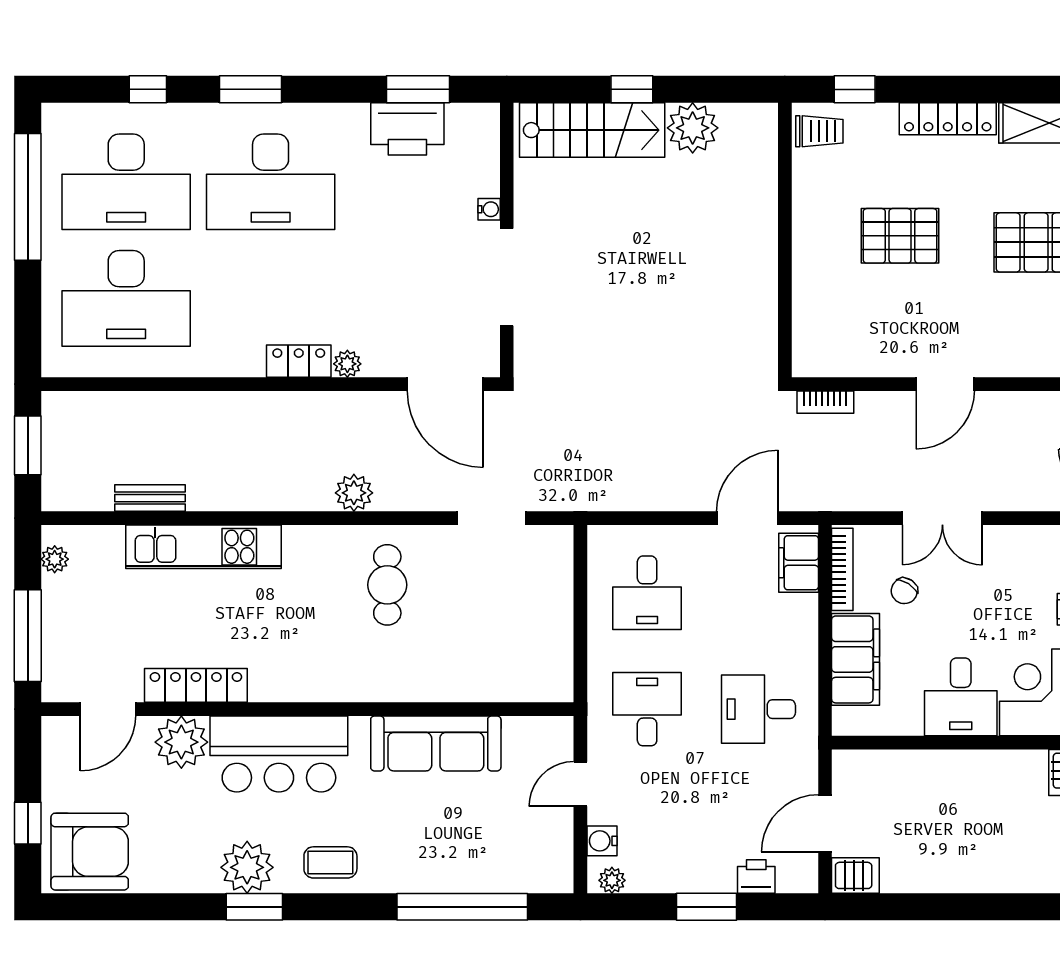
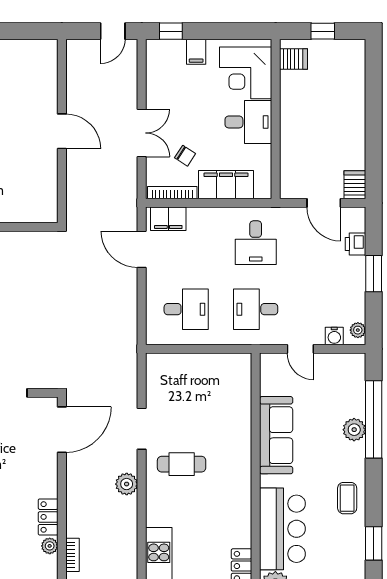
plant: (347, 364) -> (50, 546), moved
bookcase: (825, 402) -> (72, 555), moved
doorway: (491, 518) -> (142, 429), moved
plant: (247, 867) -> (354, 430), moved, width x0.73, depth x0.73

